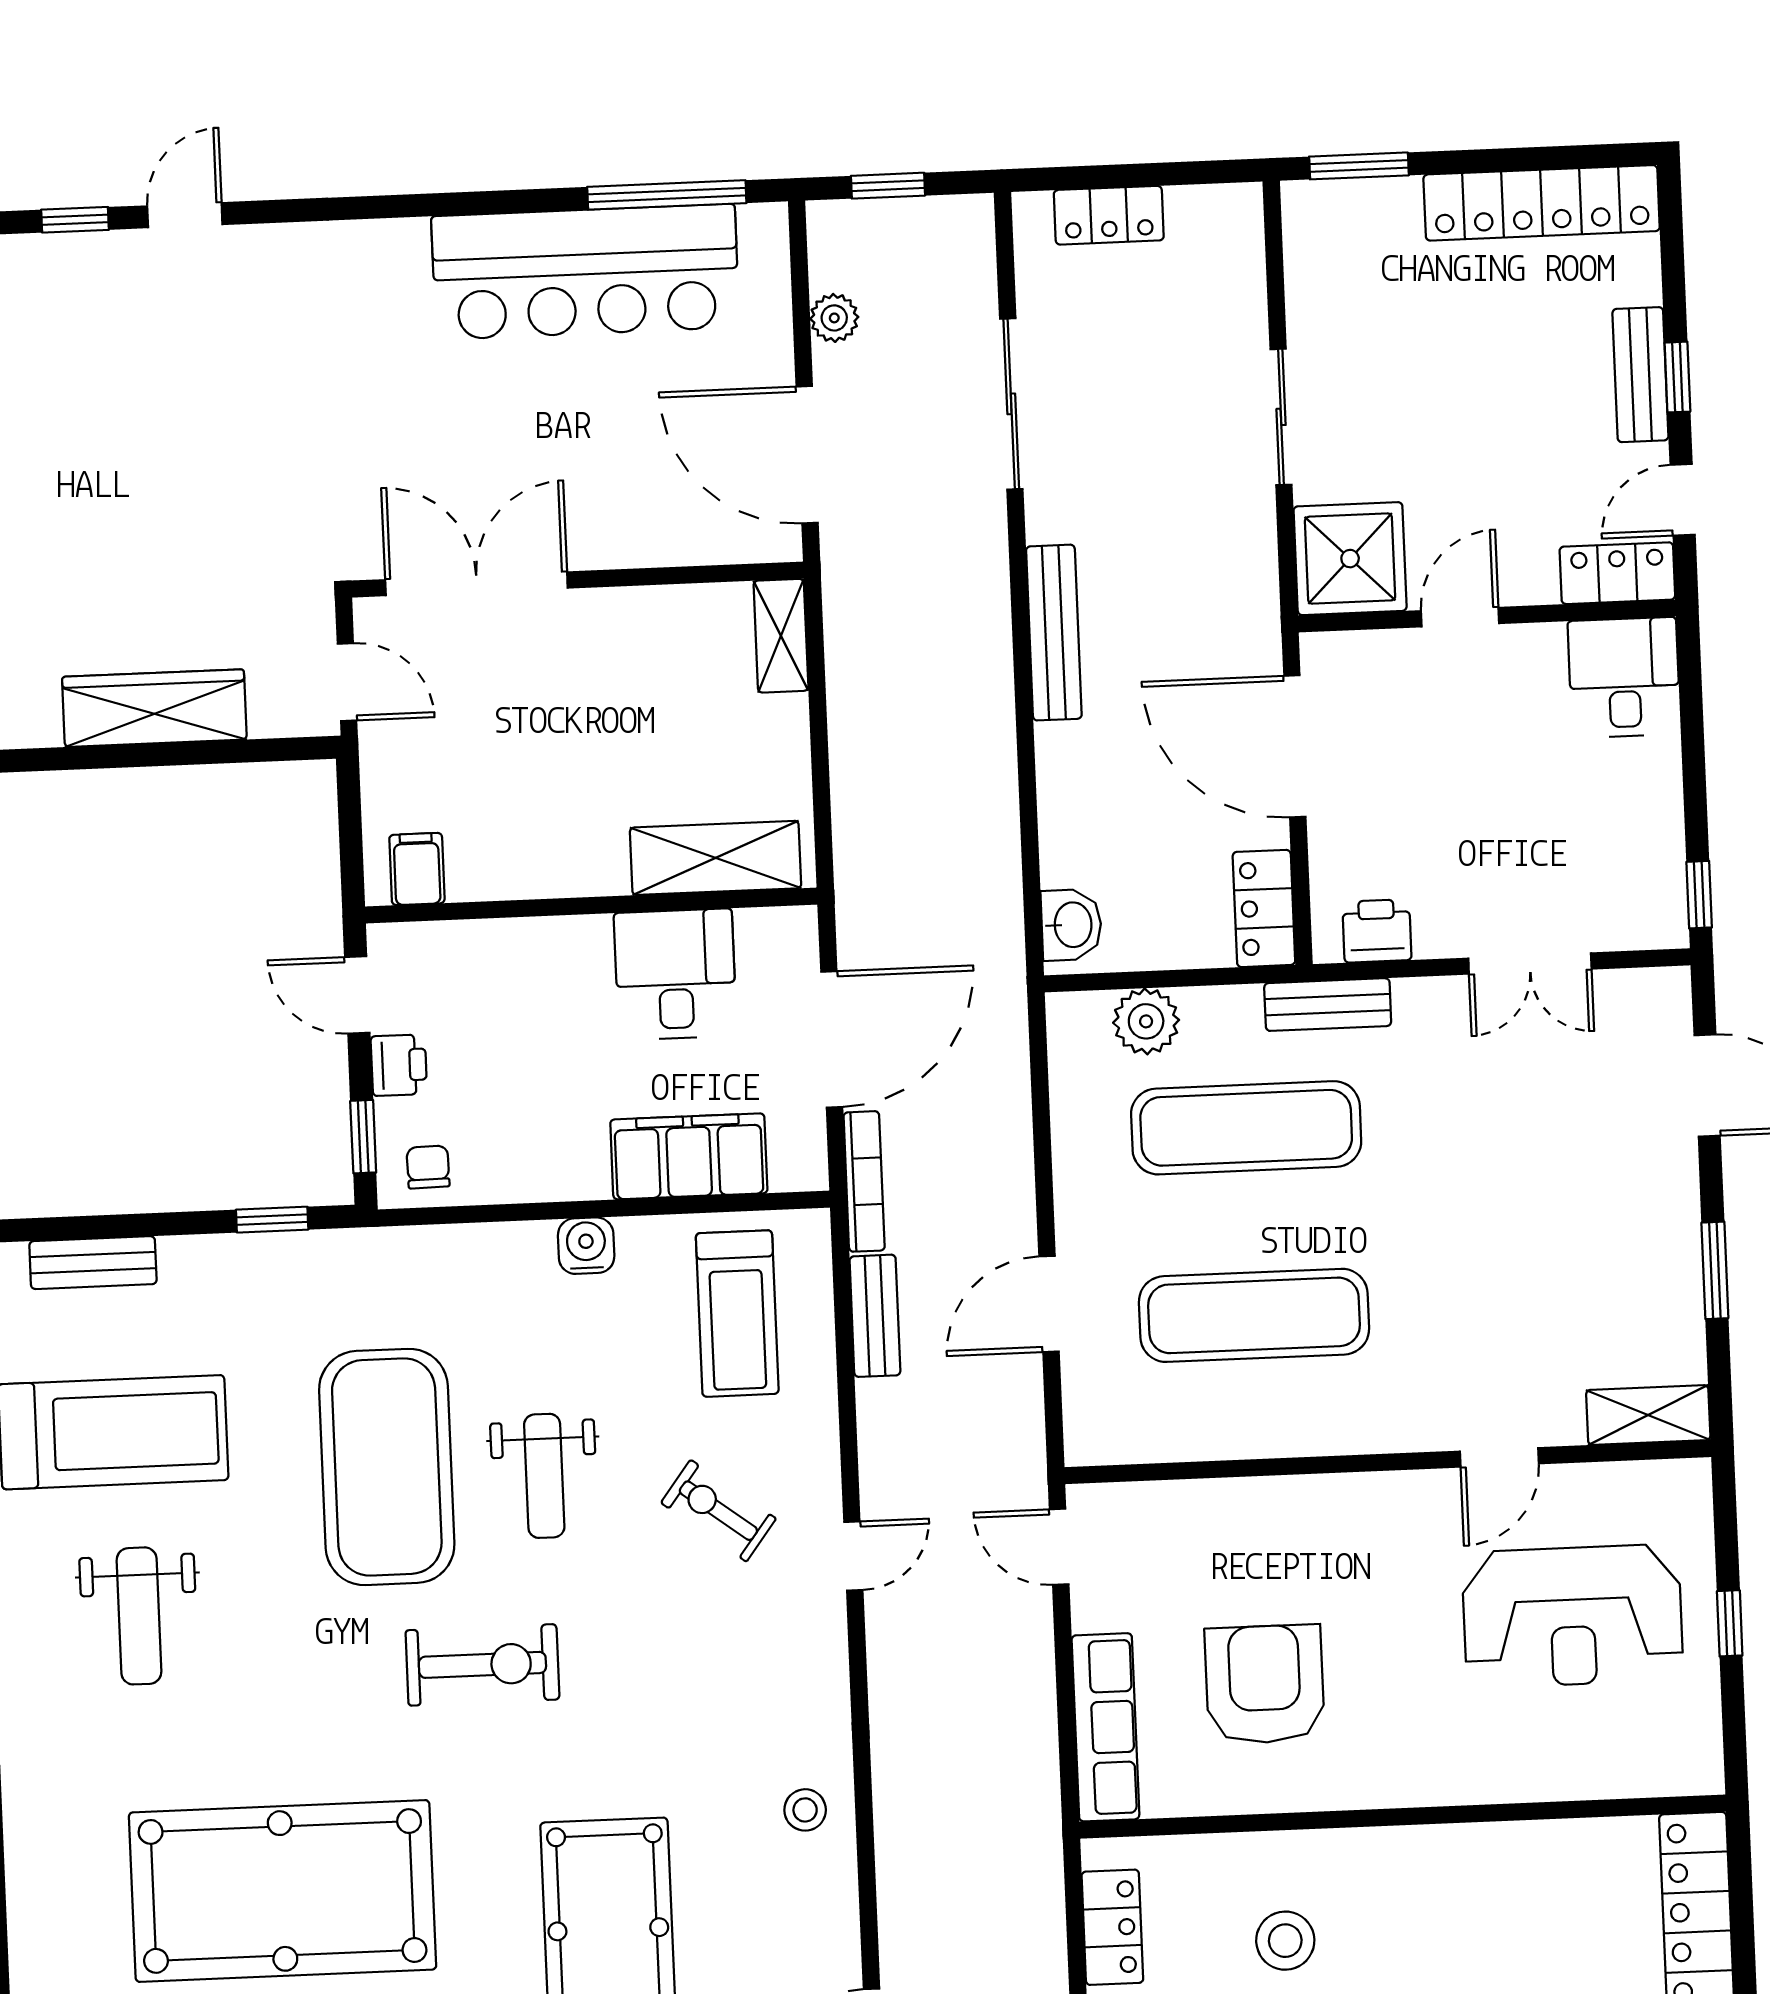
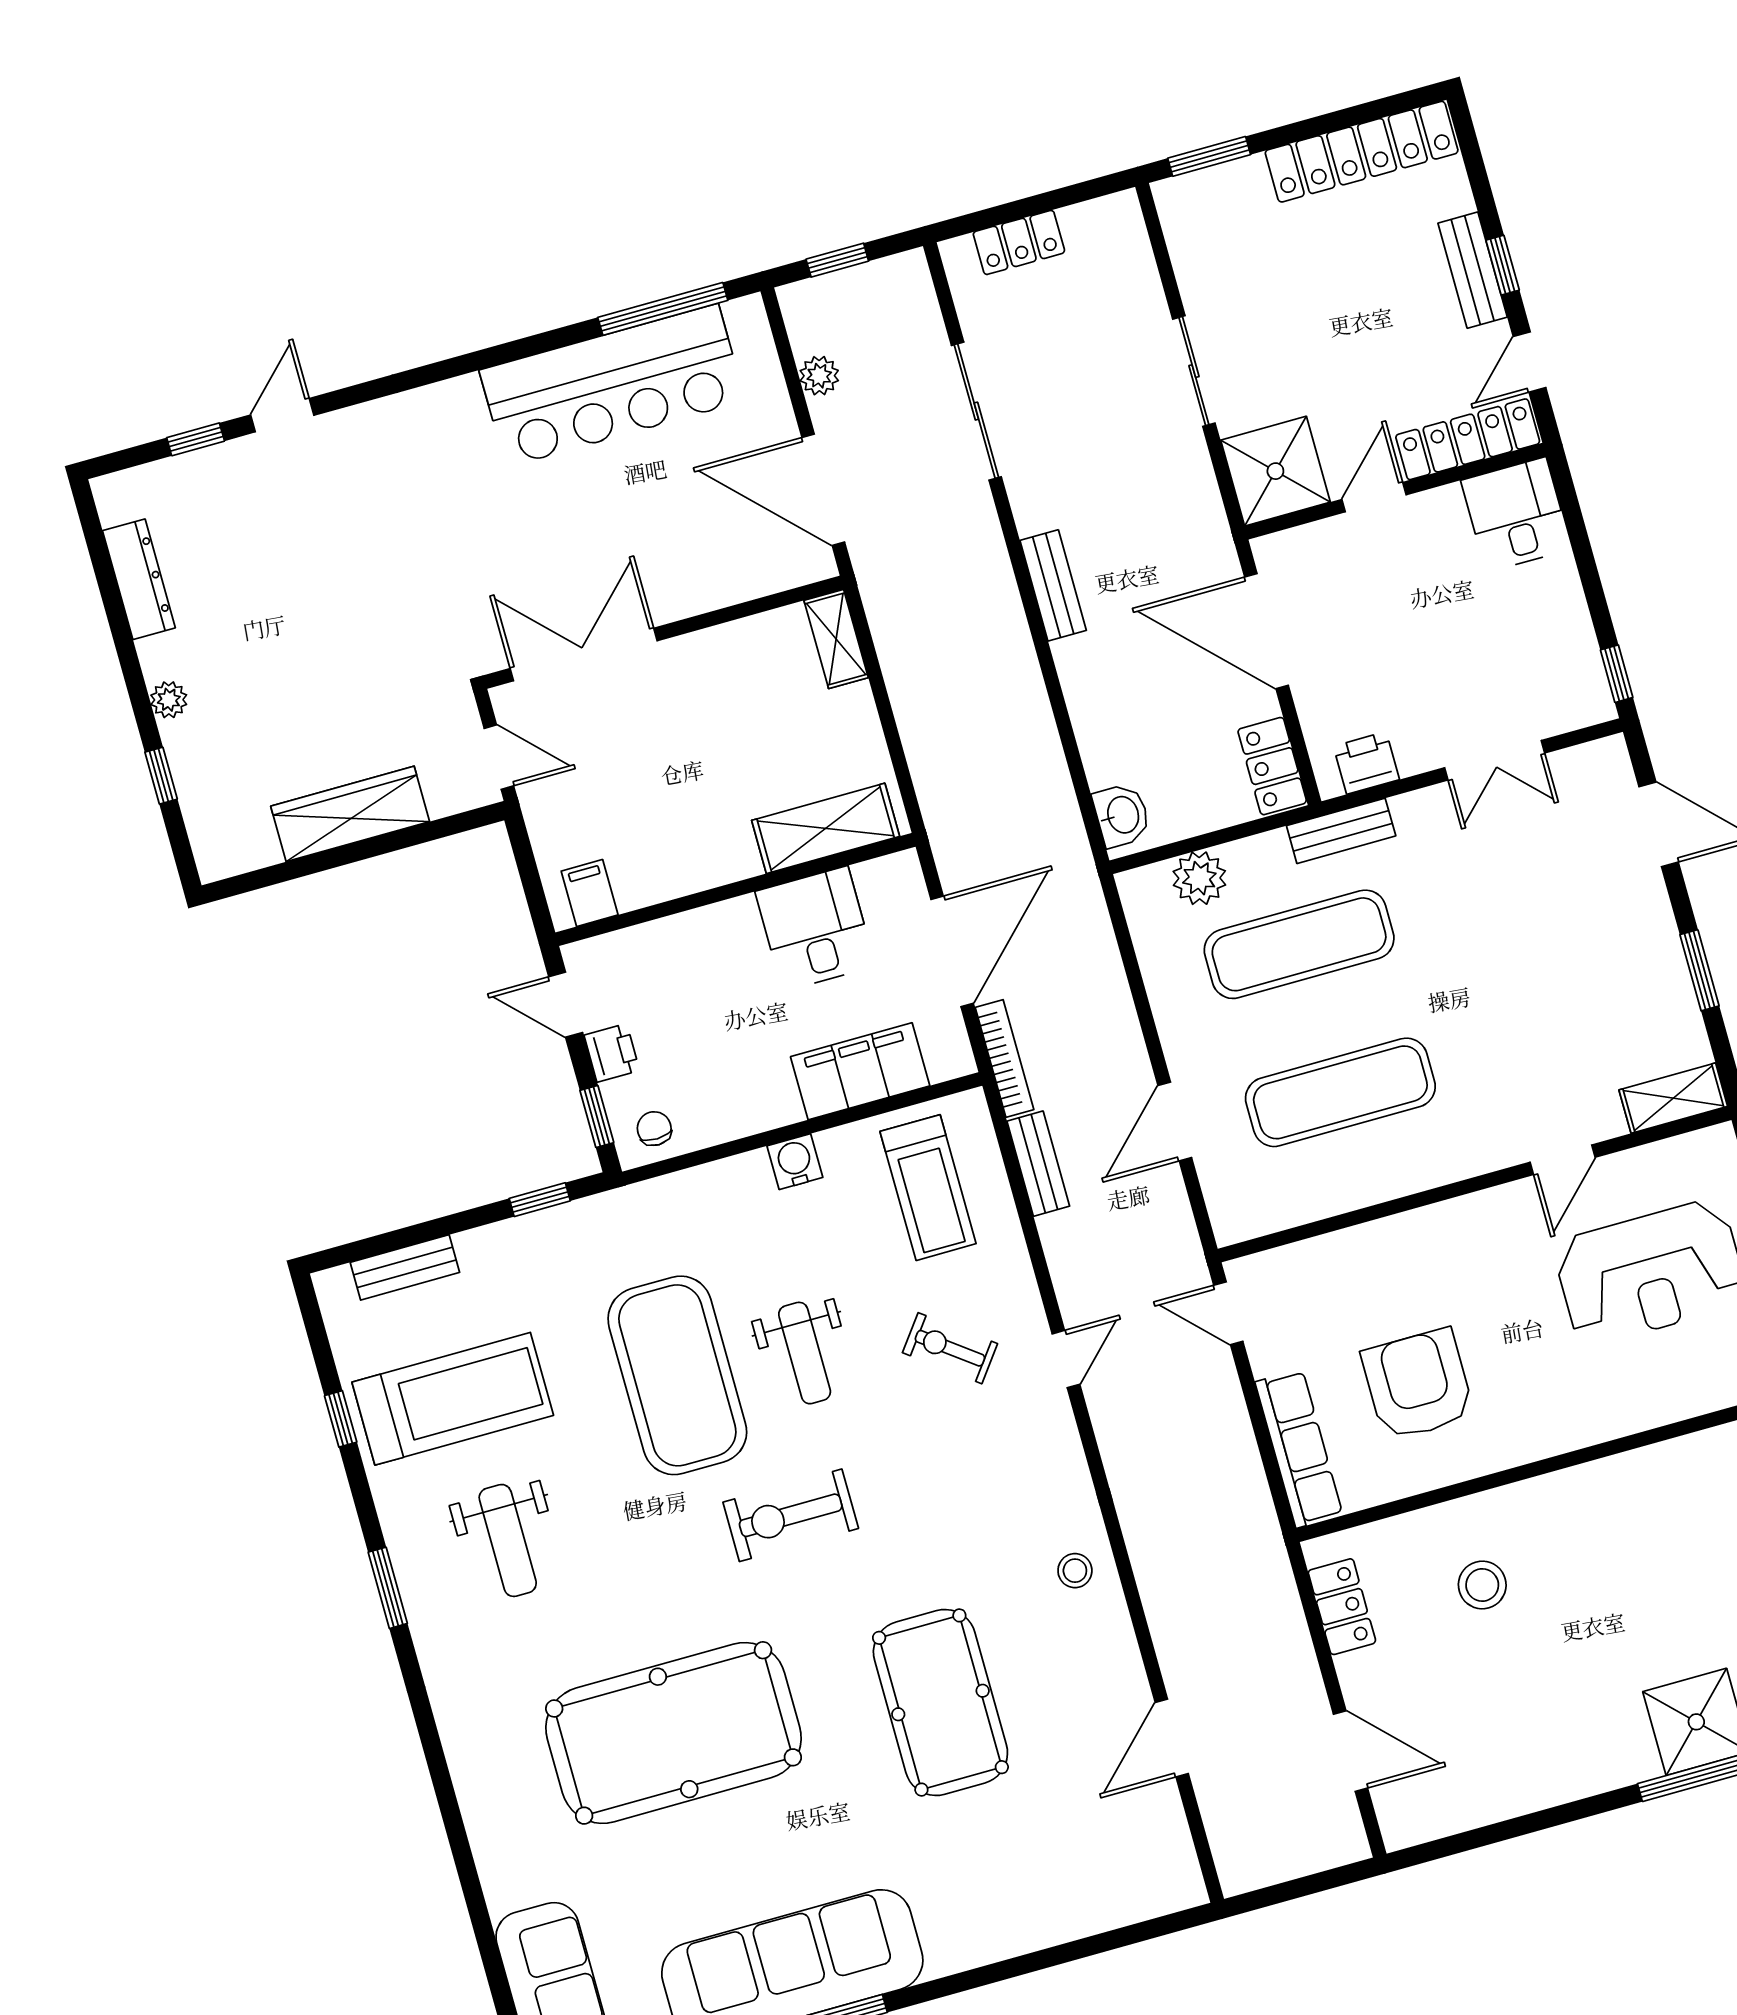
locker: (1617, 573) -> (1468, 439), width x1.53
bench: (1054, 633) -> (1053, 585), width x0.73
exercise bike: (482, 1665) -> (791, 1515), turned 180

